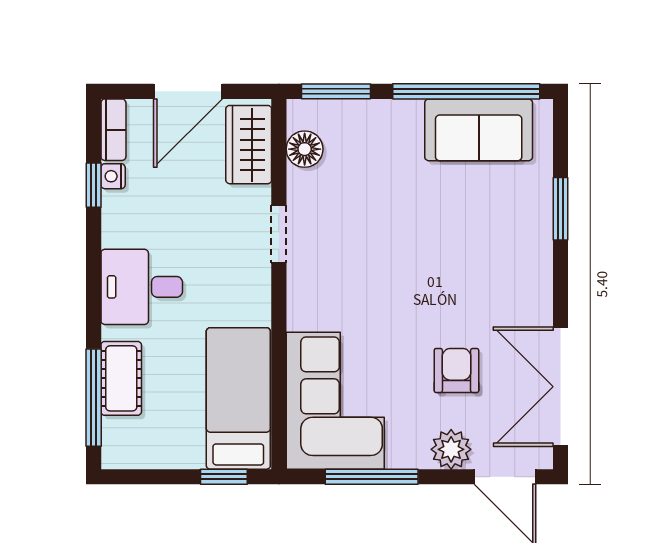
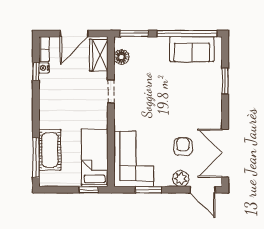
desk: (142, 287) -> (55, 113), removed
cot: (121, 378) -> (50, 150), width x1.37, depth x1.34
window: (372, 477) -> (149, 190), width x0.69

